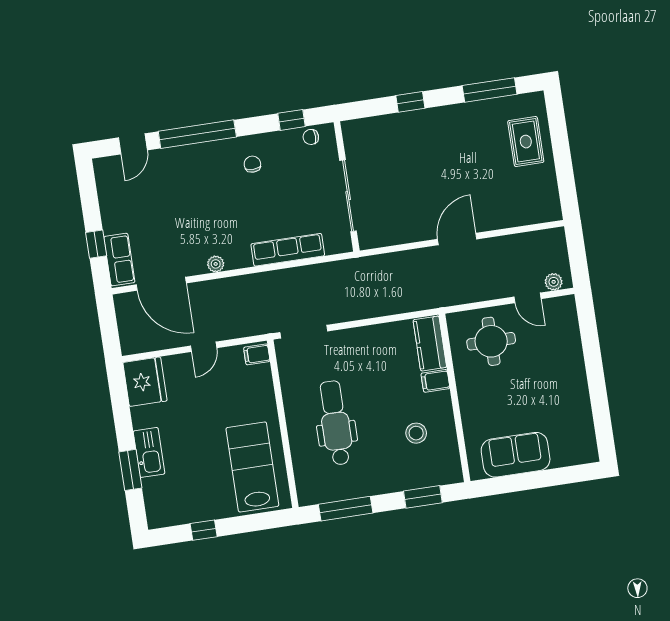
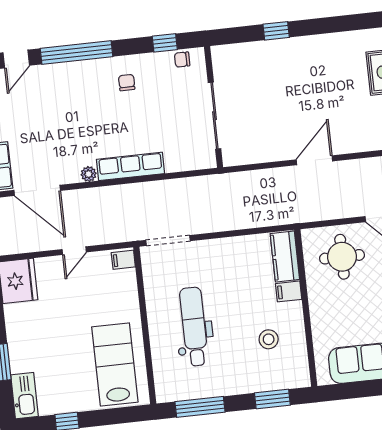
window: (490, 90) -> (350, 23), removed
row of seats: (288, 250) -> (131, 166), moved
kitchen sink: (149, 452) -> (24, 396), moved

